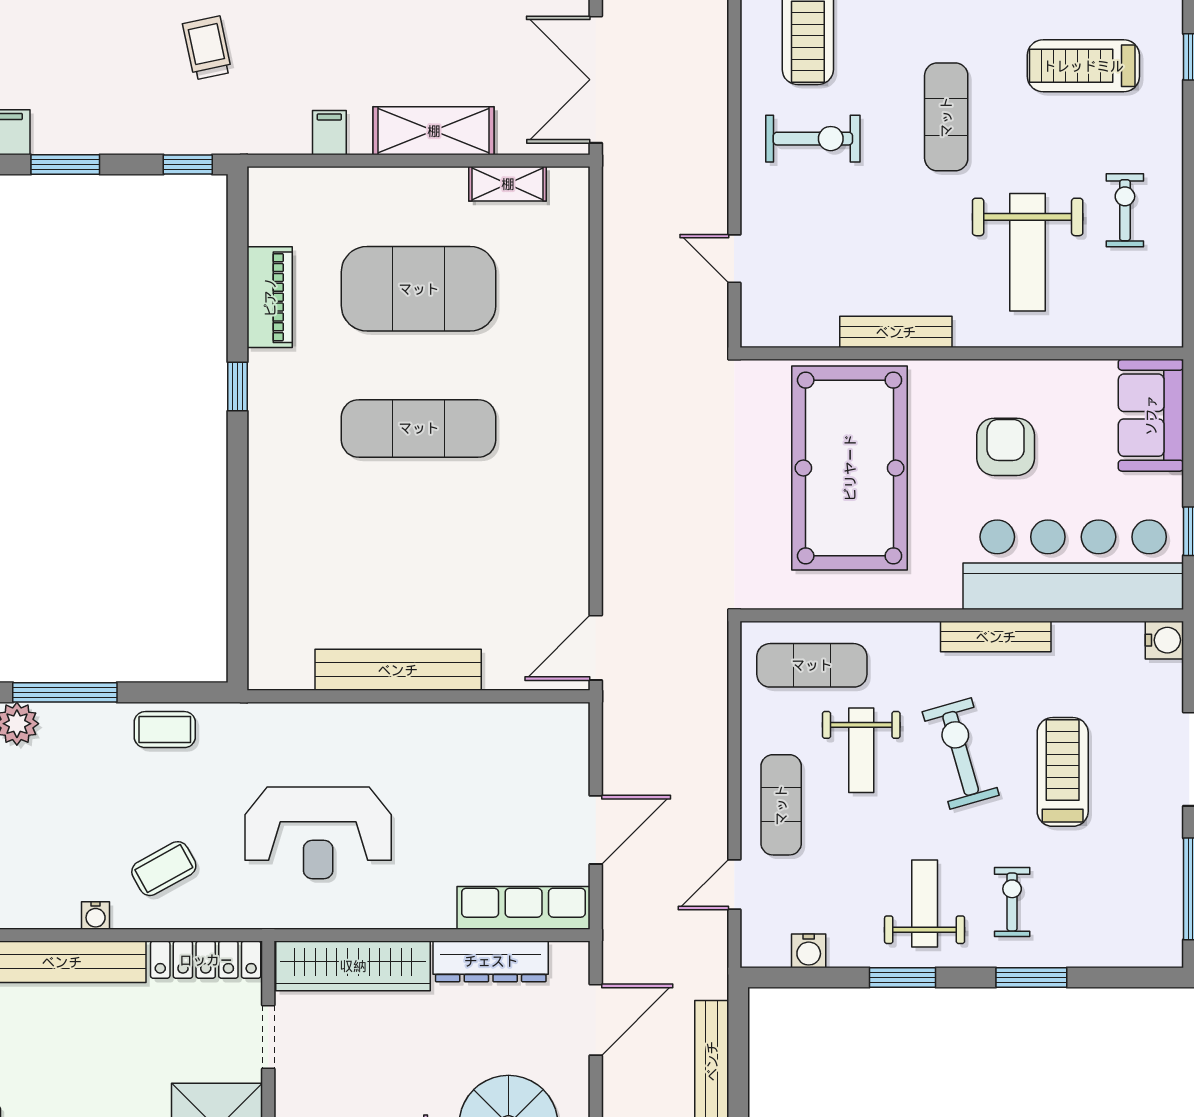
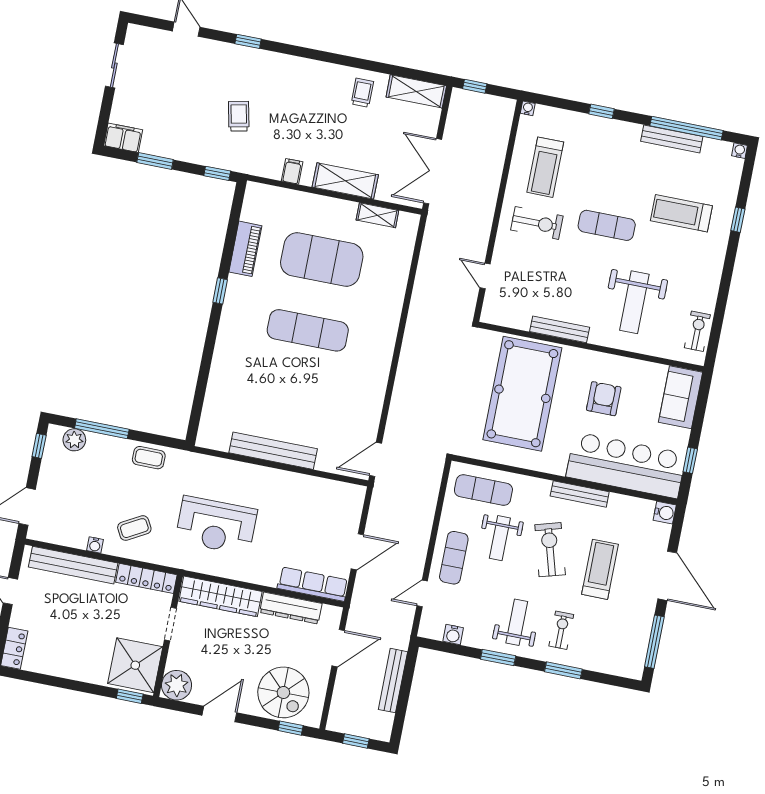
exercise mat: (946, 117) -> (607, 225), turned 90
exercise bike: (1125, 210) -> (697, 331), moved

